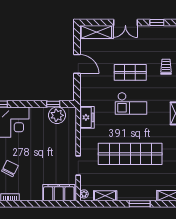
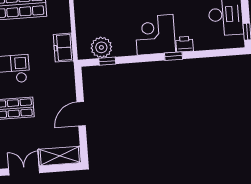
door: (77, 64) -> (81, 114), hinge flipped

